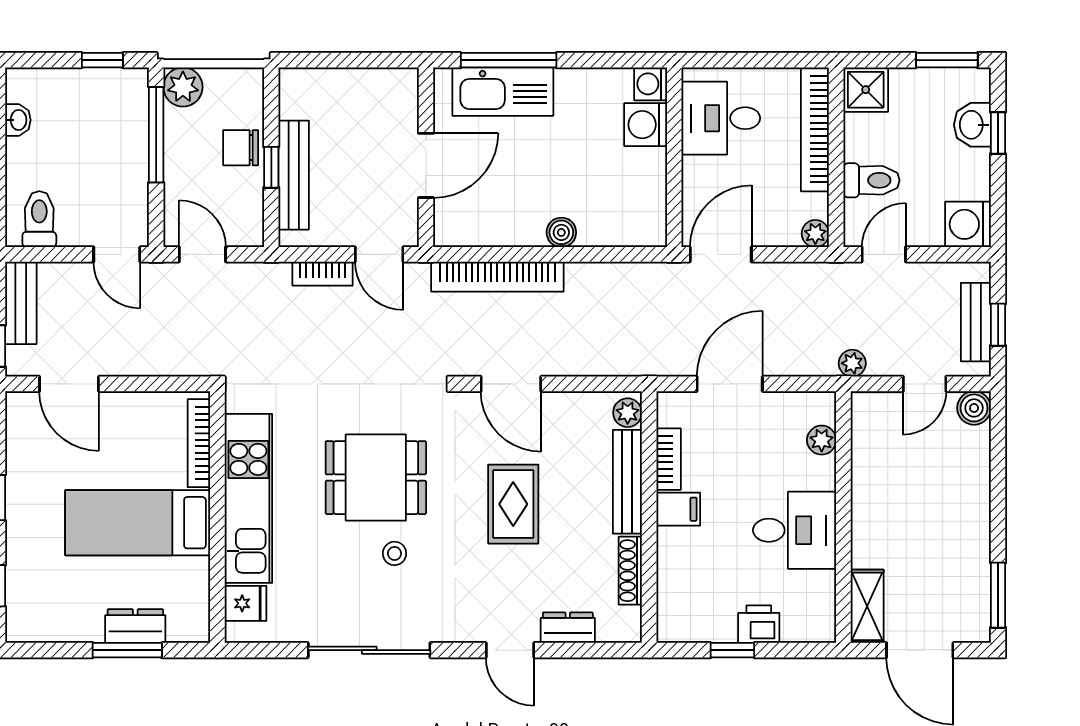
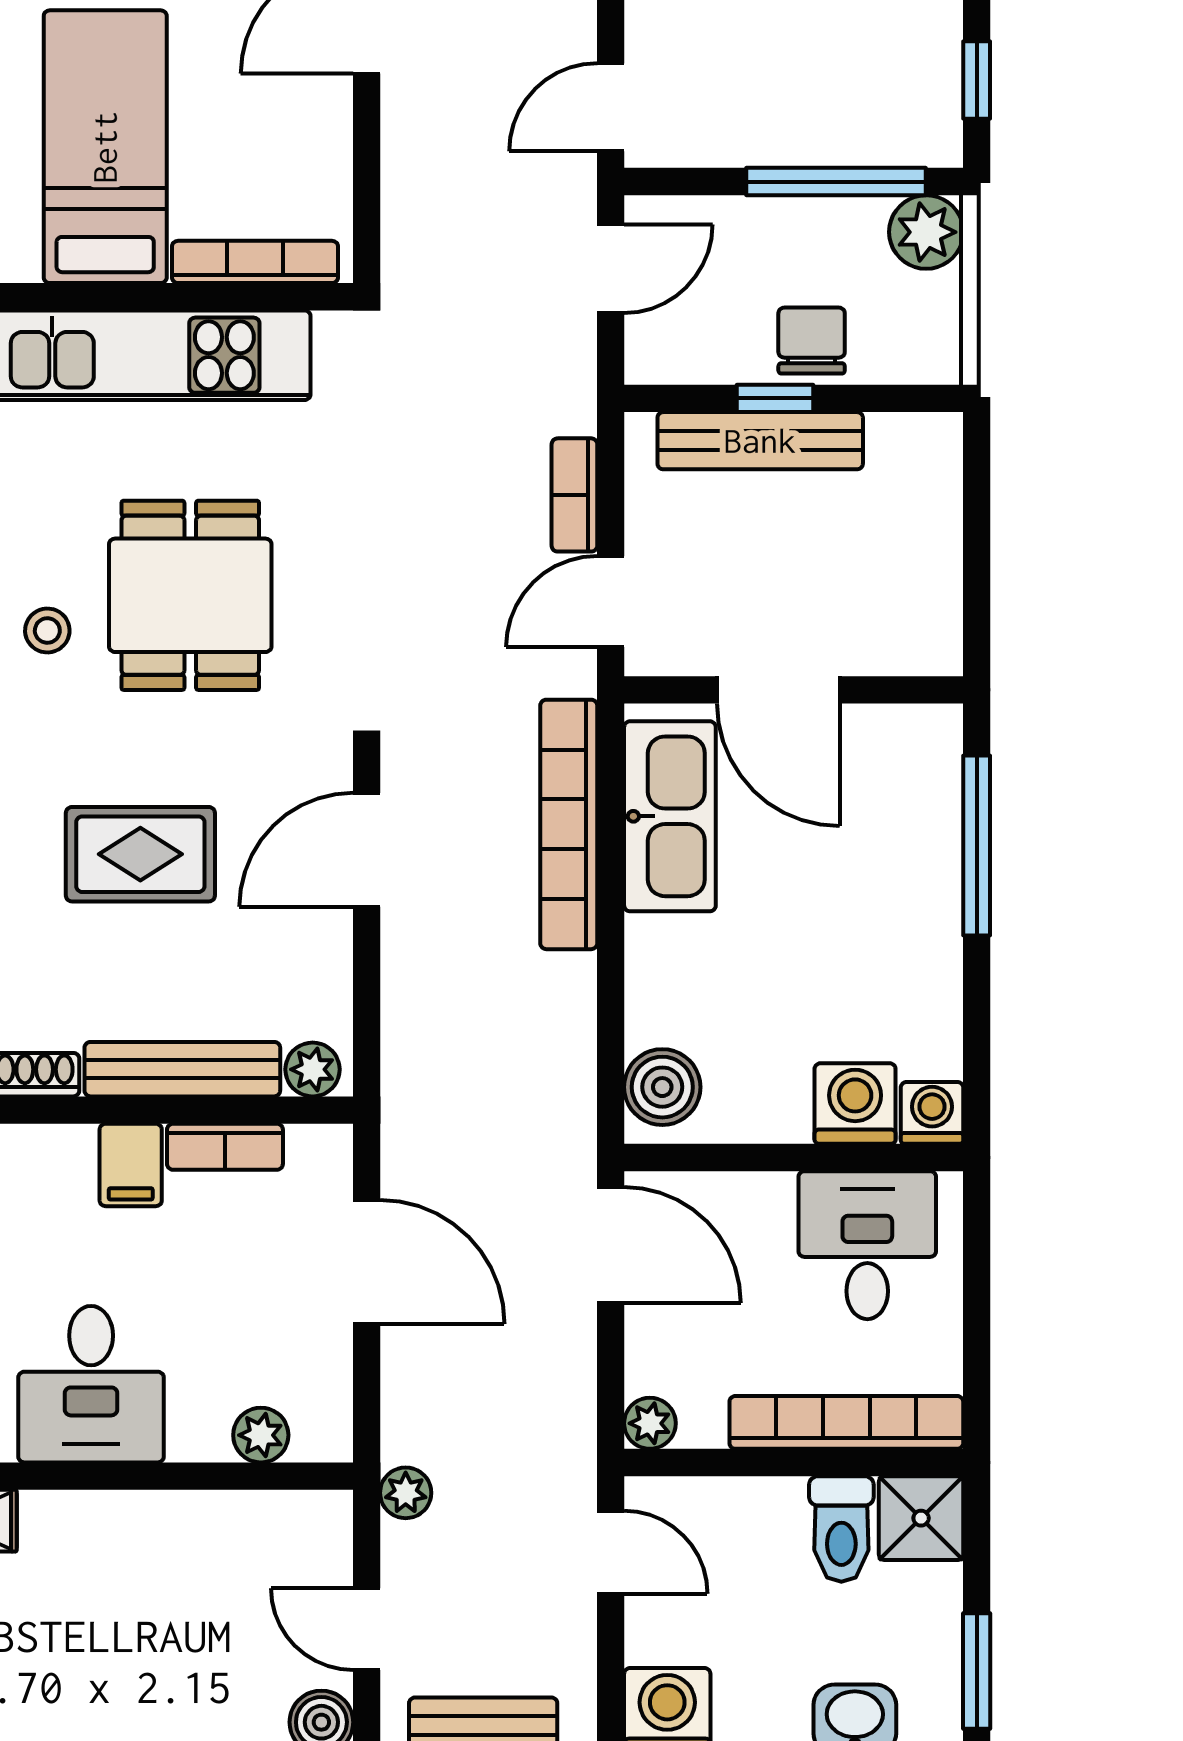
kitchen sink: (503, 92) -> (670, 816), moved, turned 180
toilet: (871, 180) -> (841, 1529), moved
boiler: (561, 232) -> (662, 1087), moved, width x1.36, depth x1.36

